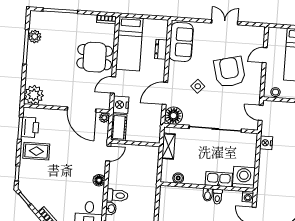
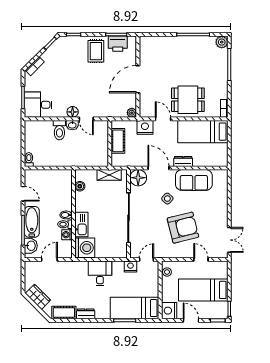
double door: (225, 22) -> (229, 240), moved
plant: (35, 37) -> (222, 42), moved
sofa: (181, 42) -> (194, 180), moved
dresser: (161, 49) -> (183, 162), moved
dining table: (95, 57) -> (188, 100), turned 90
plant: (34, 95) -> (148, 45), removed
door: (82, 110) -> (138, 79), moved
cot: (119, 127) -> (118, 141), moved, turned 90
nightstand: (266, 143) -> (130, 267), moved
door: (108, 153) -> (86, 119), moved
desk: (272, 163) -> (100, 273), added
washing machine: (248, 197) -> (67, 235), moved
washbasin: (111, 209) -> (72, 125), moved

